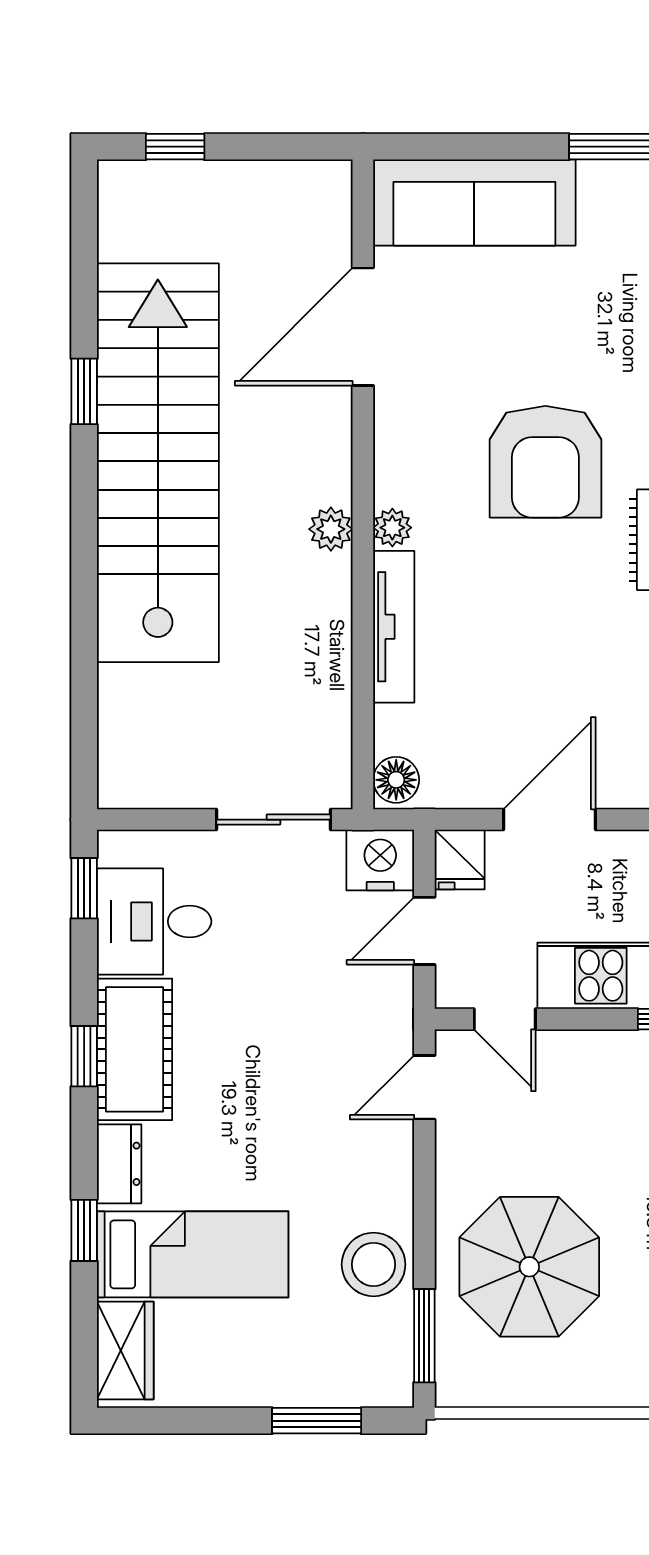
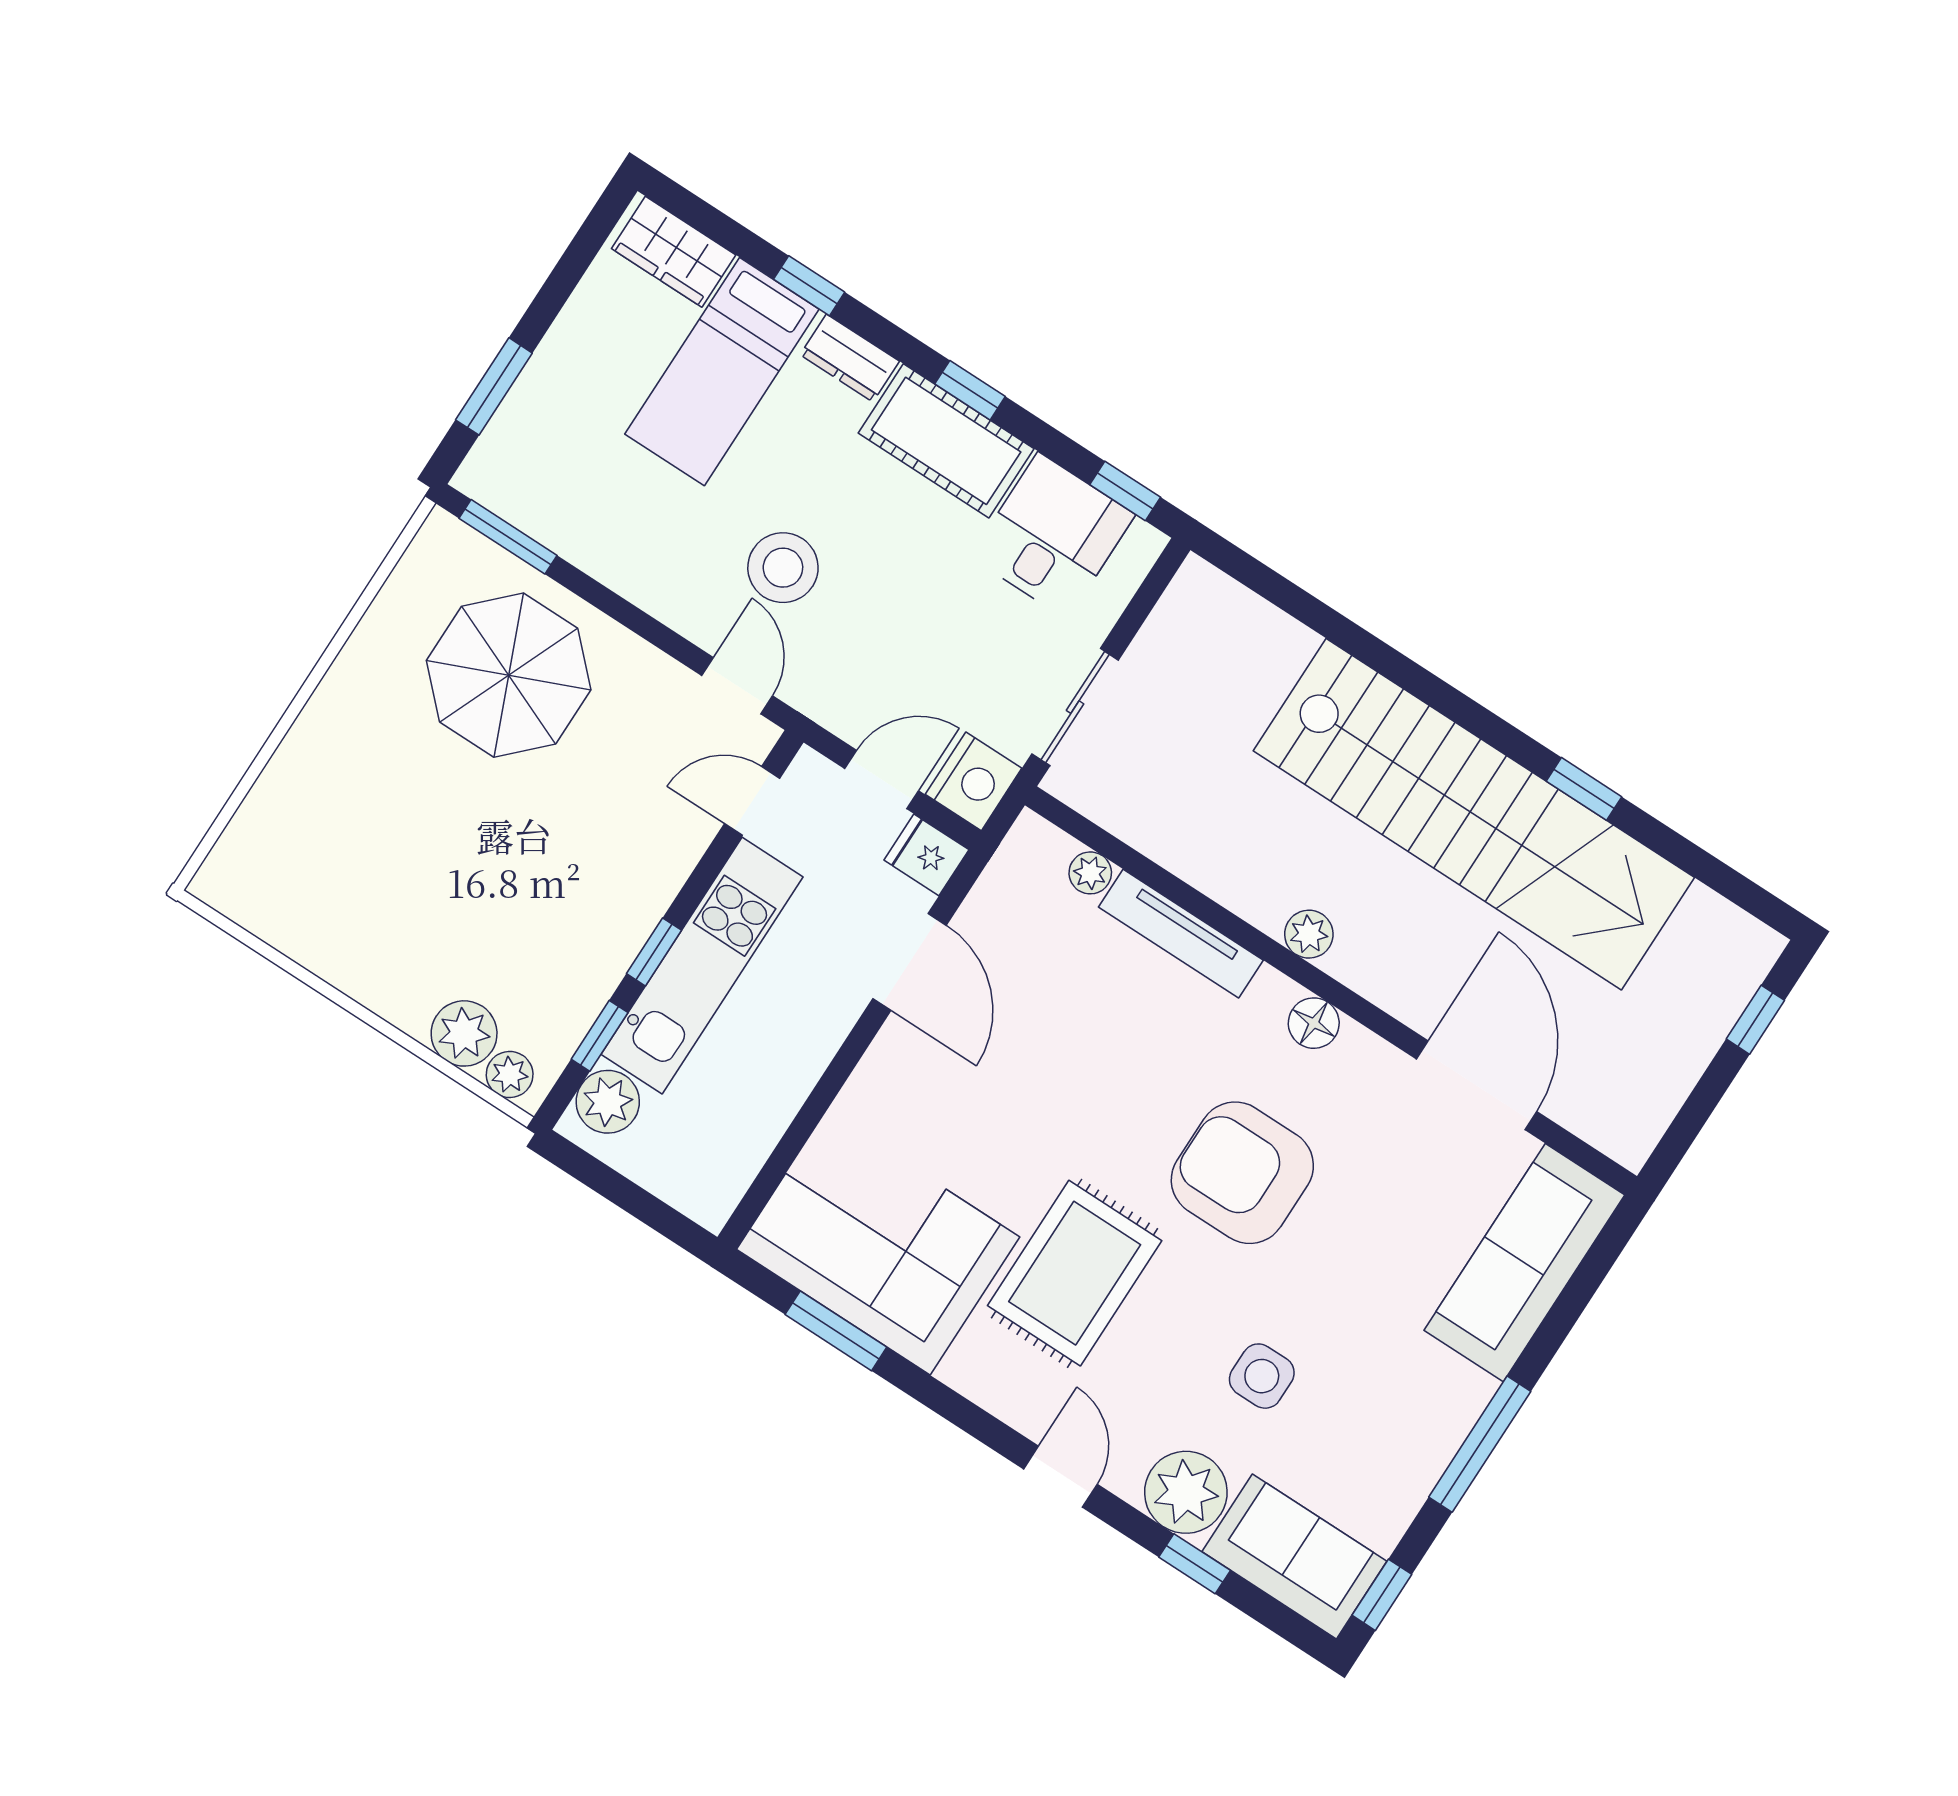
plant: (392, 528) -> (1090, 873), moved
floor lamp: (396, 780) -> (1314, 1023), moved
door: (424, 931) -> (882, 780), hinge flipped
stool: (374, 1264) -> (783, 568), moved

